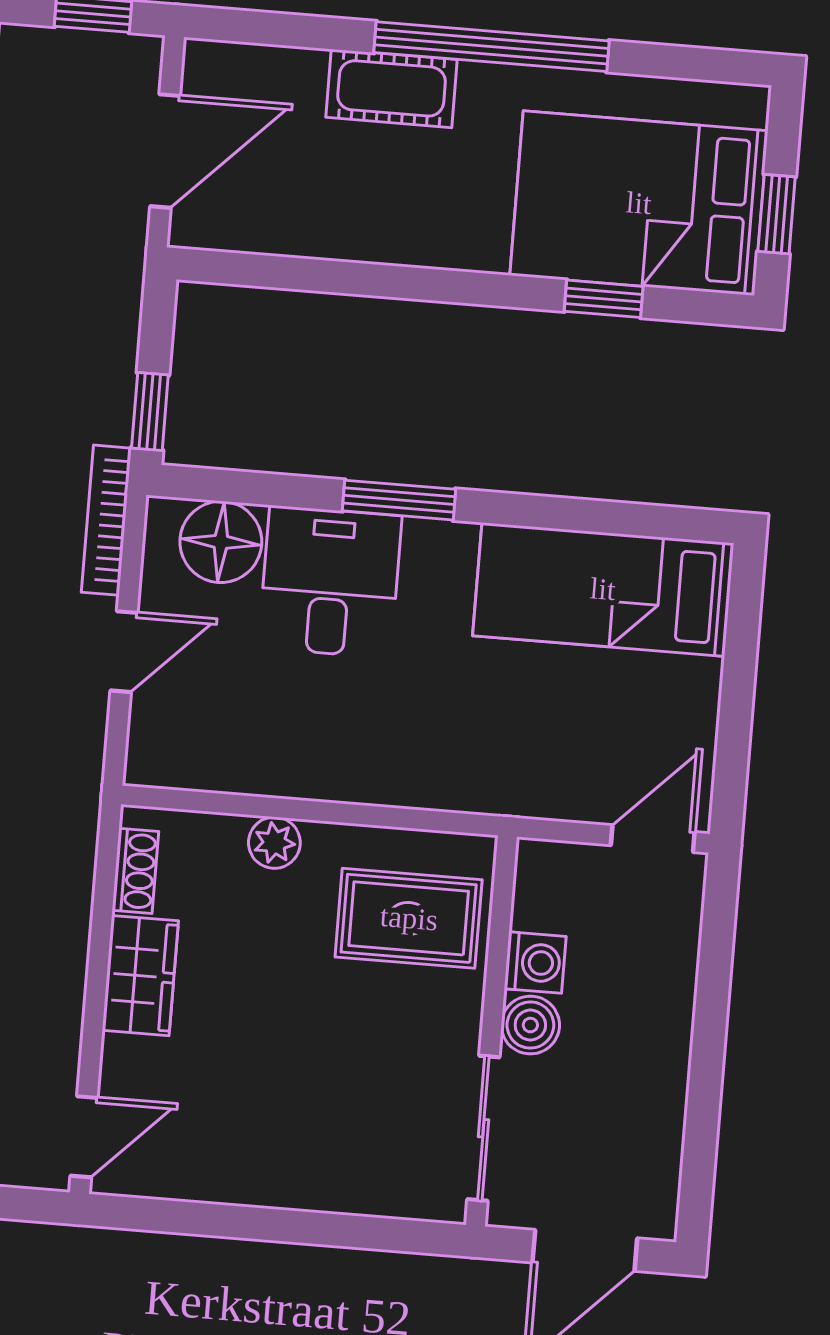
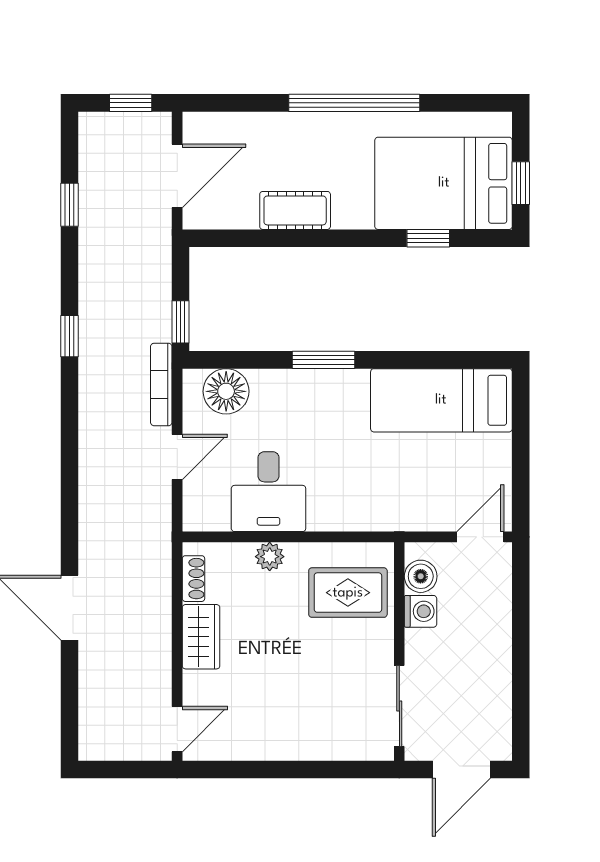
cot: (392, 88) -> (295, 210), moved
desk: (330, 582) -> (269, 492), moved, turned 180
boiler: (530, 1025) -> (421, 576), moved

